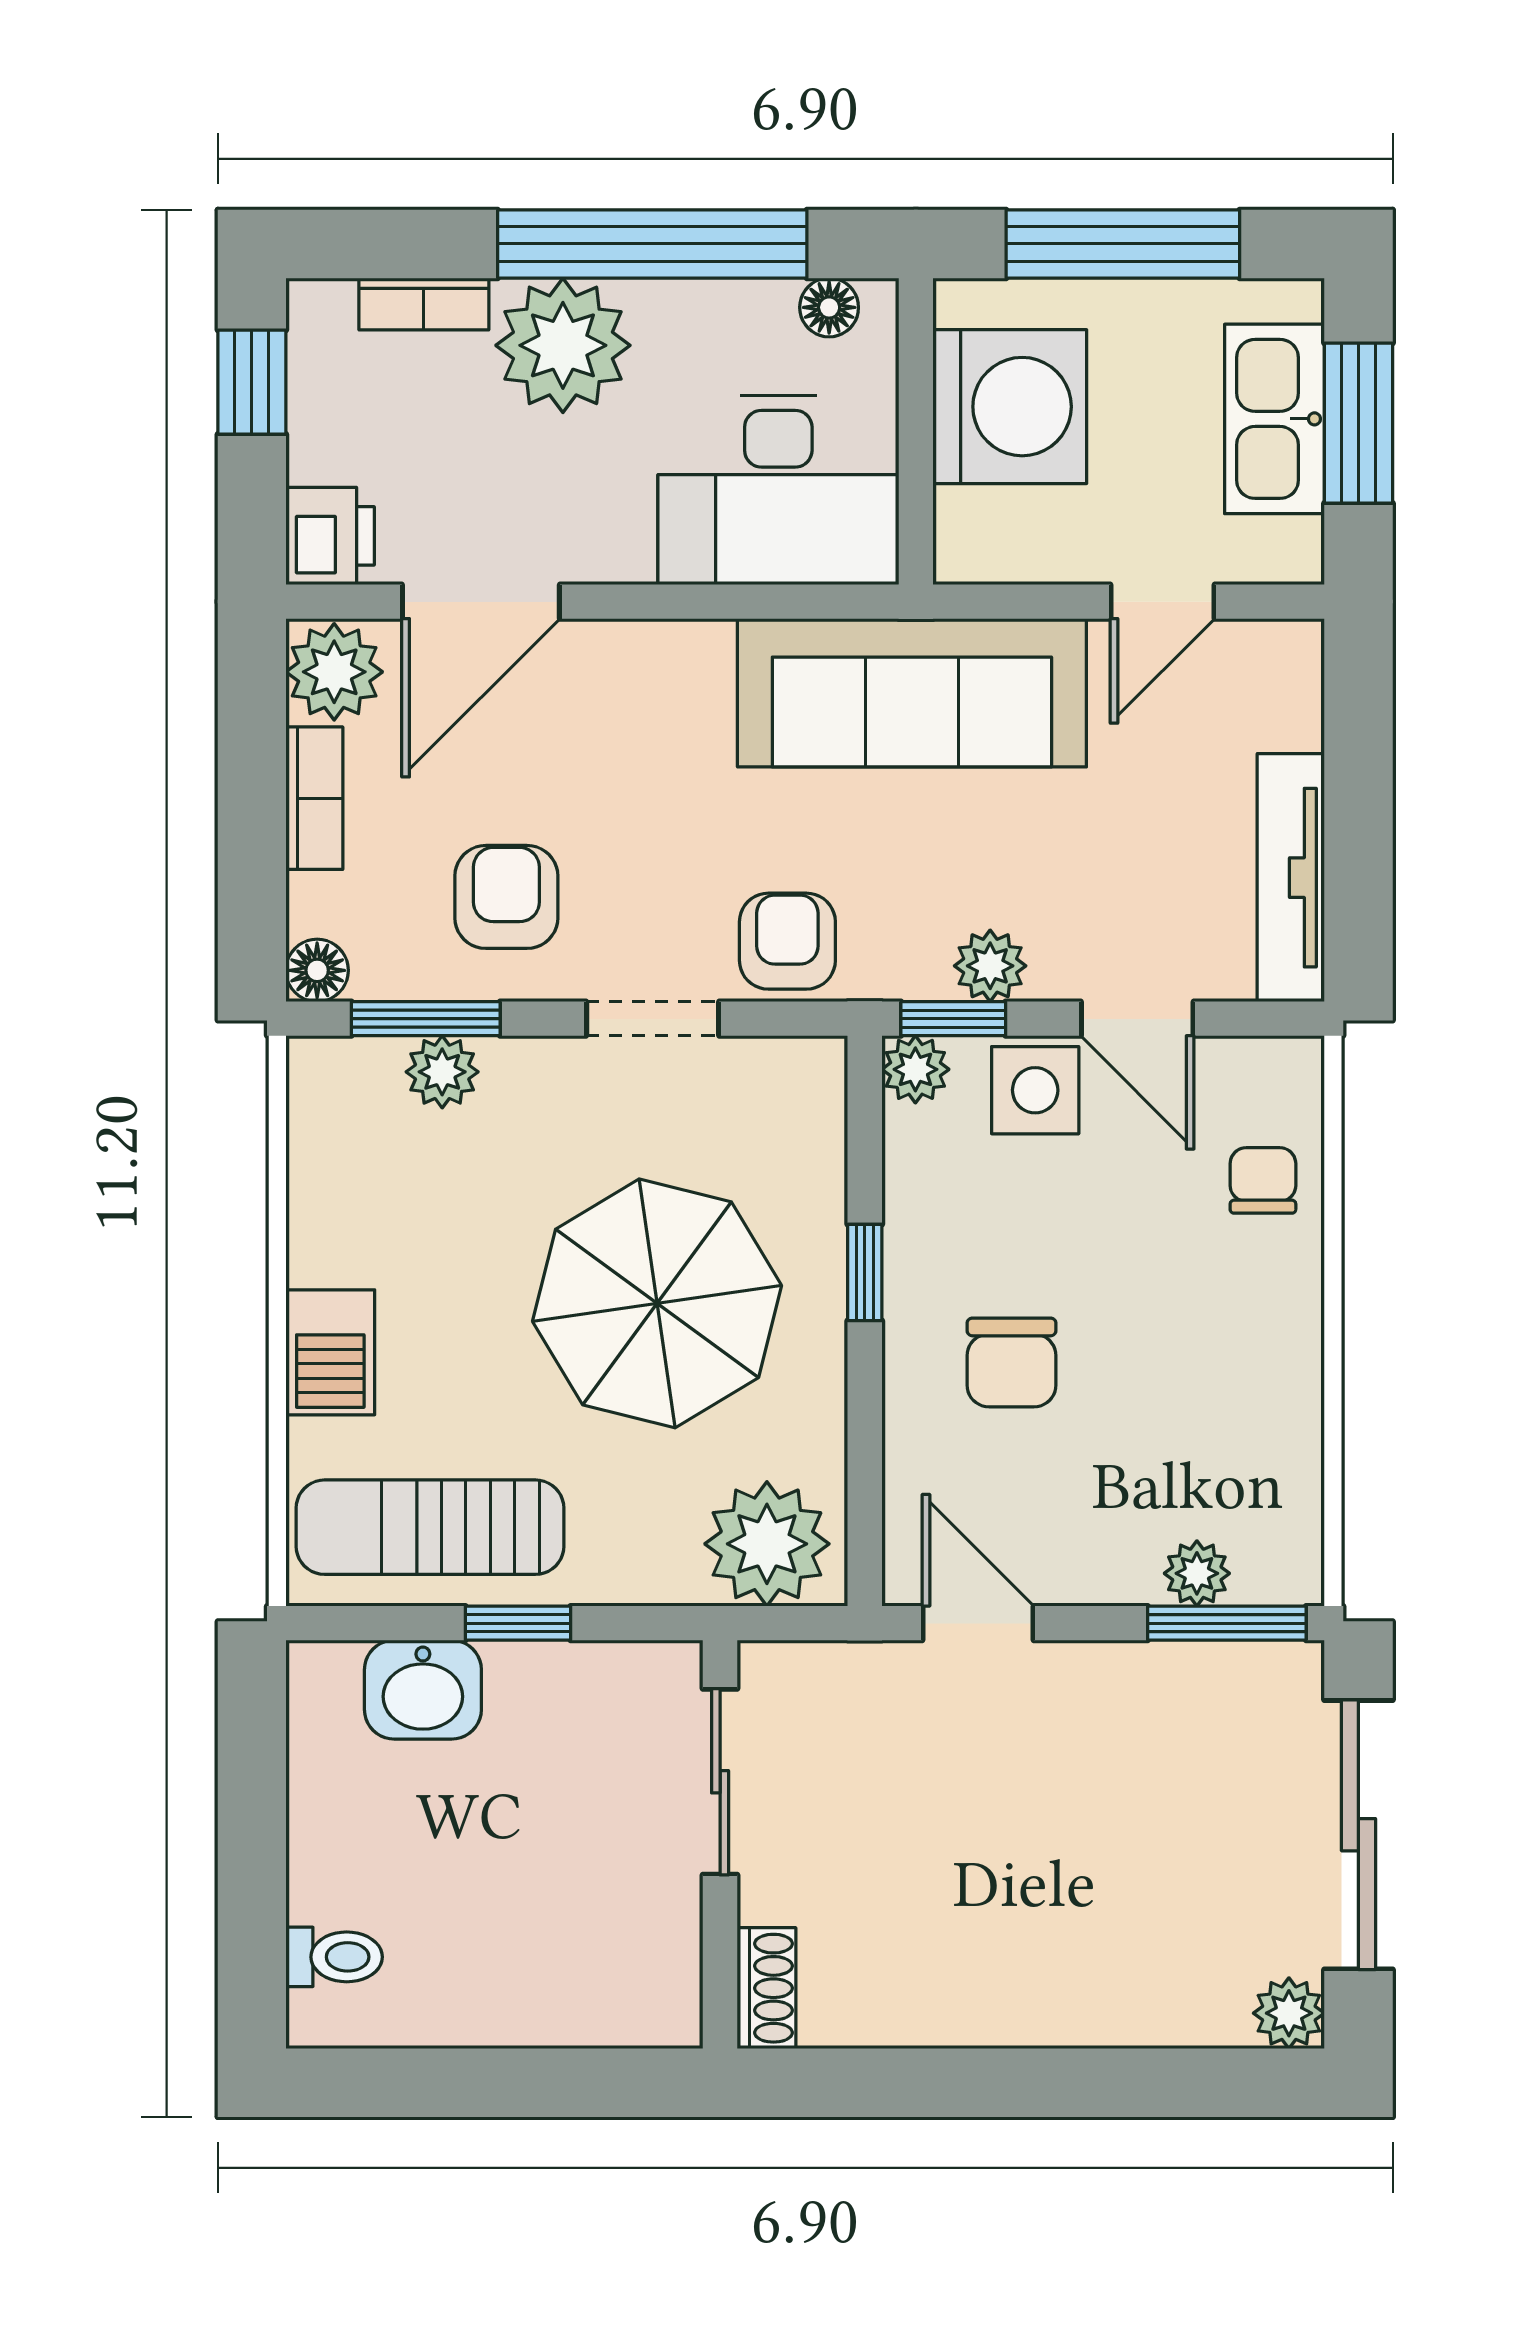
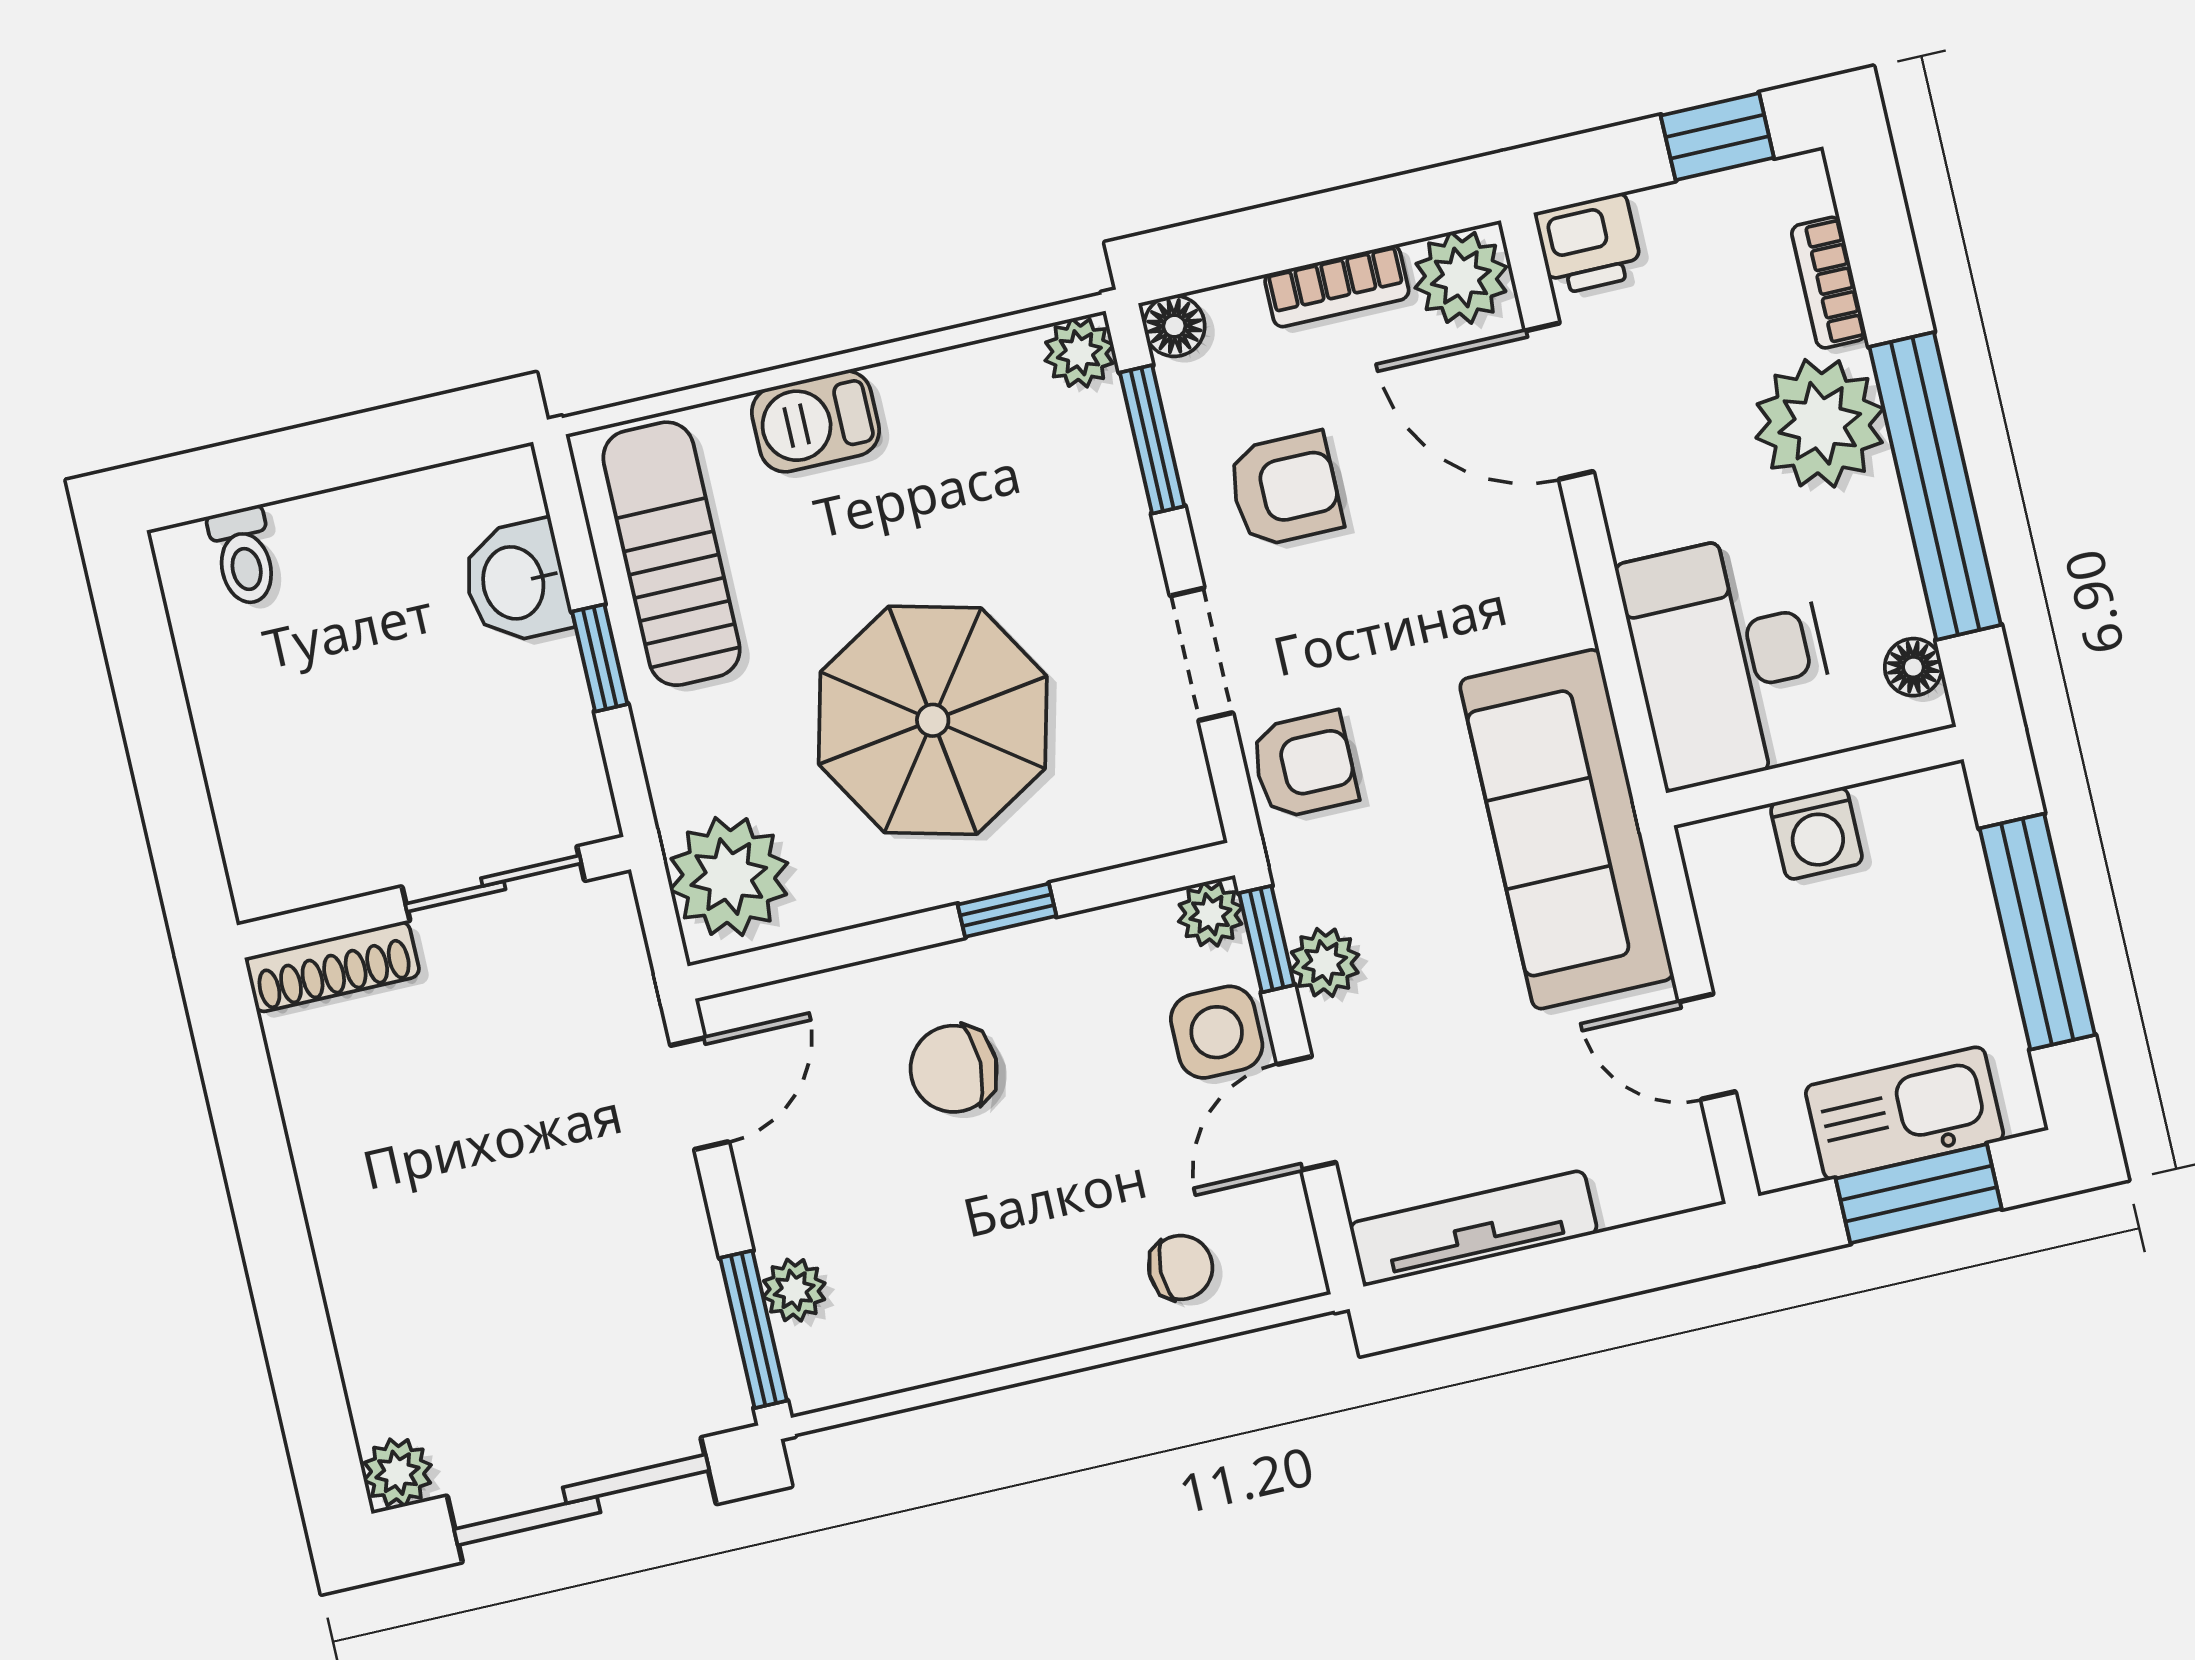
washing machine: (1010, 407) -> (1816, 833), width x0.53, depth x0.53
plant: (442, 1072) -> (1079, 353), moved
shoe rack: (766, 1988) -> (332, 967), width x1.43

